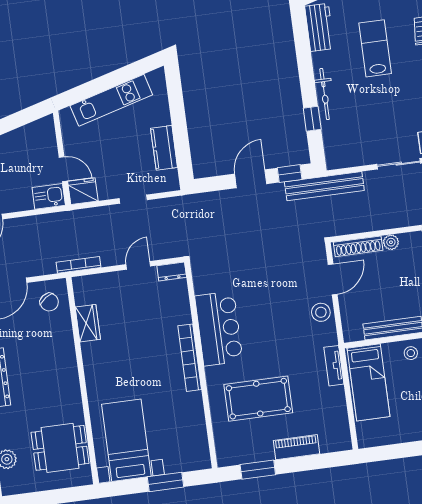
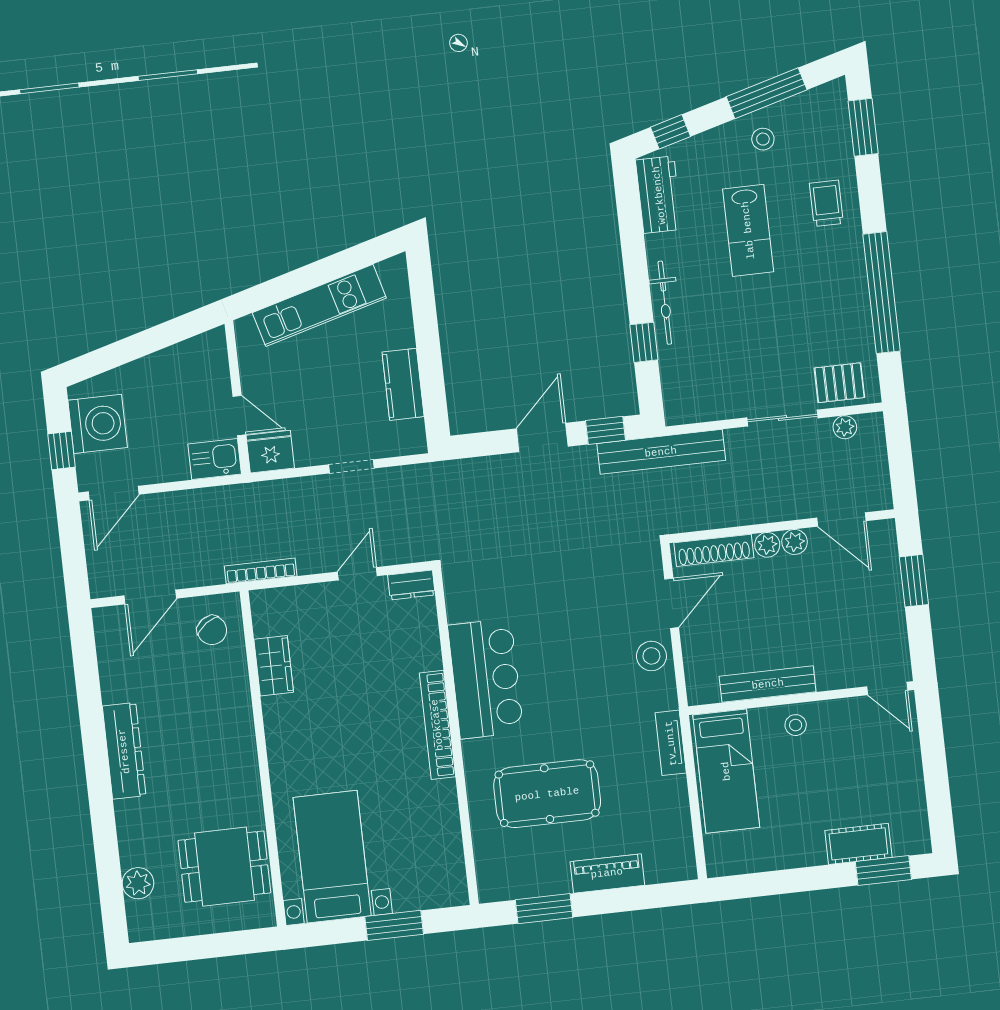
lab bench: (375, 48) -> (748, 230), turned 180
plant: (408, 240) -> (795, 542), added

